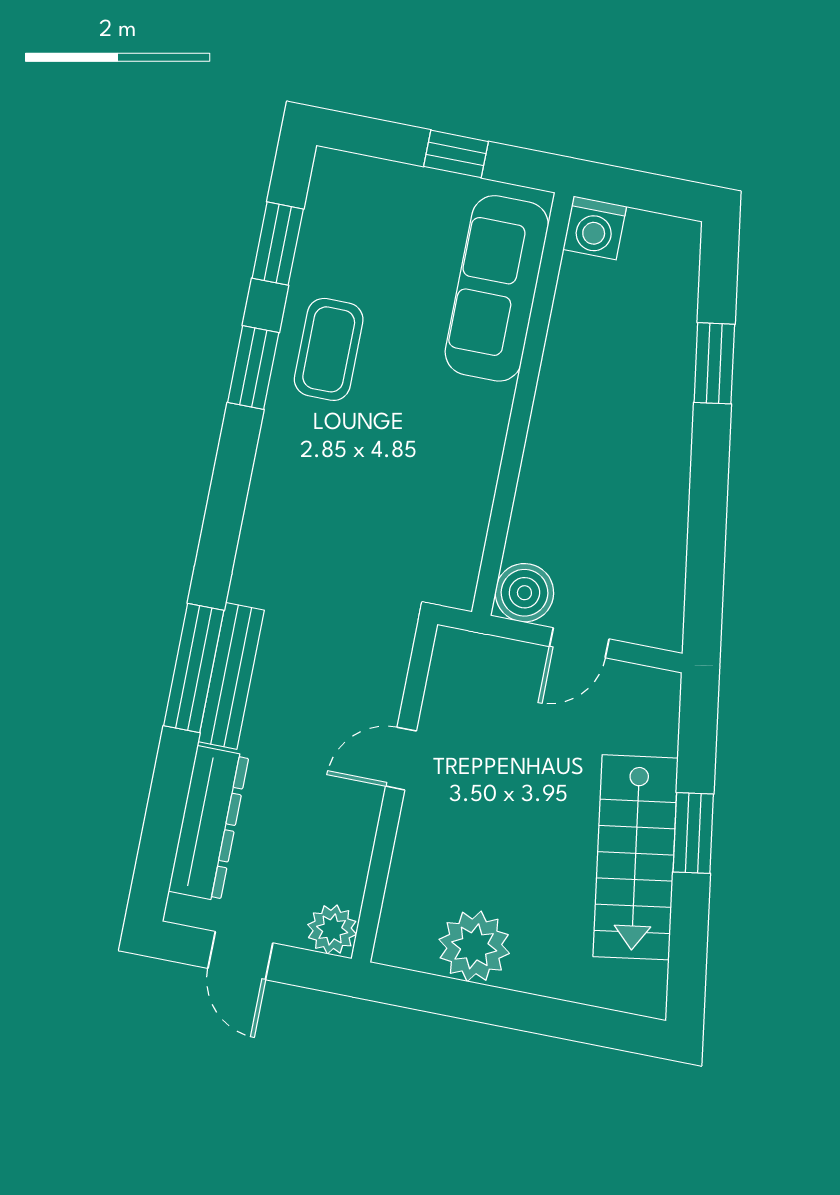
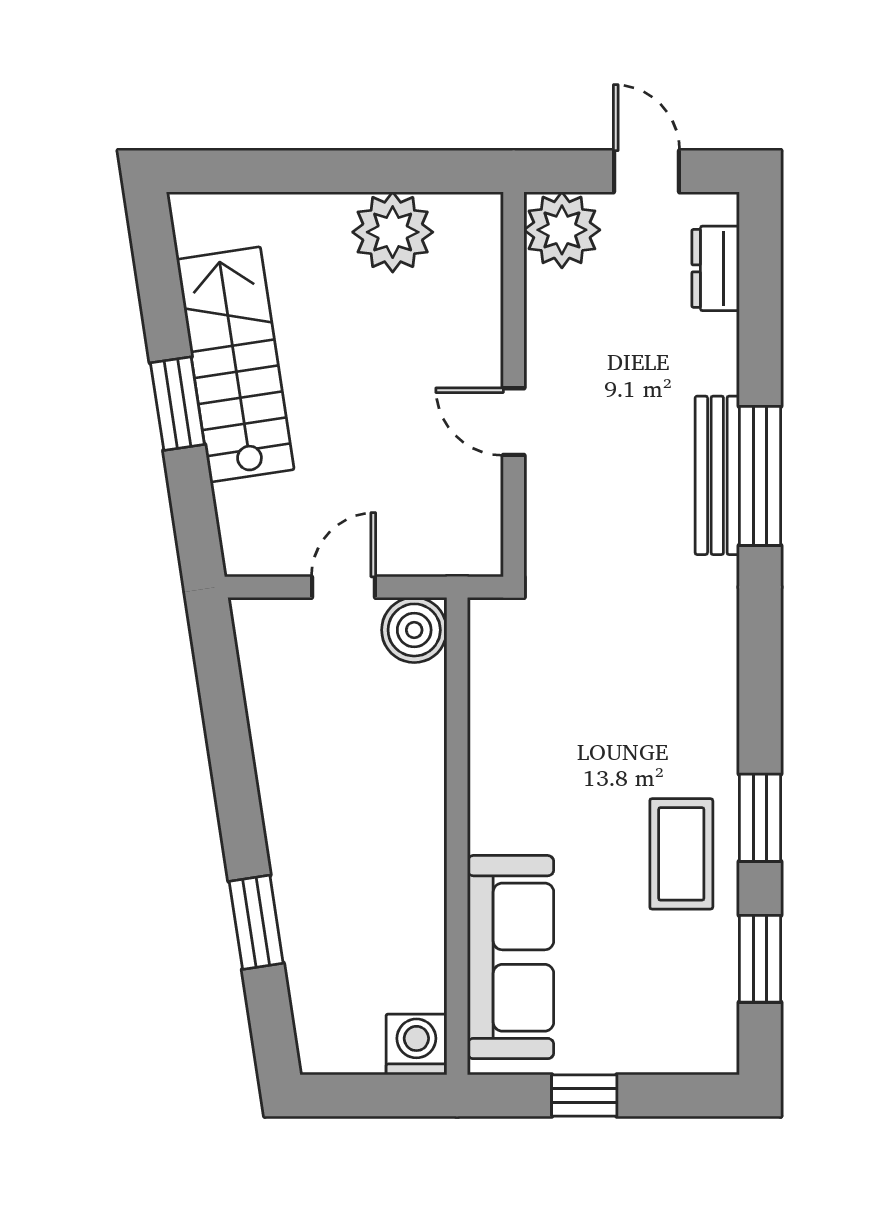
door: (401, 759) -> (514, 422), swing flipped
dresser: (209, 823) -> (716, 268), width x0.51, depth x0.80
plant: (332, 929) -> (562, 230), width x1.36, depth x1.36

